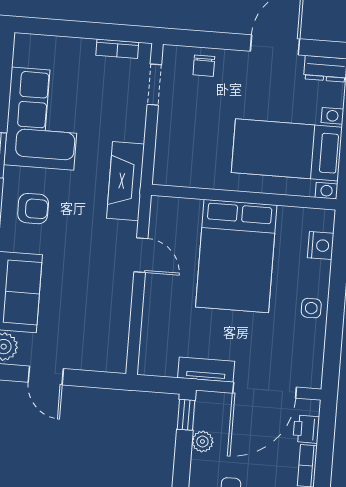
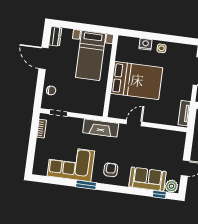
nightstand: (321, 245) -> (145, 44), moved
tv unit: (206, 370) -> (184, 113), moved

